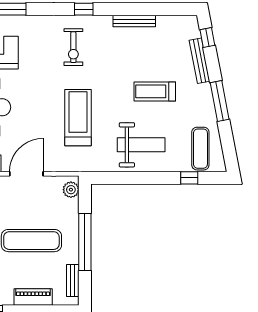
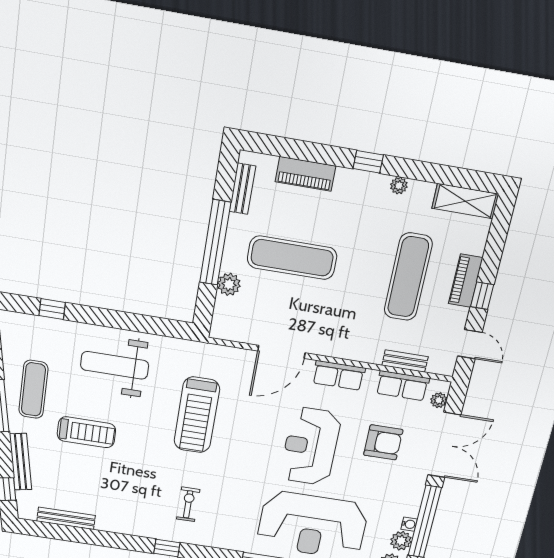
bench: (134, 21) -> (66, 518), moved
exercise bike: (73, 47) -> (188, 504), width x0.73, depth x0.72
exercise mat: (200, 149) -> (33, 389), moved
plant: (71, 190) -> (229, 284), moved

